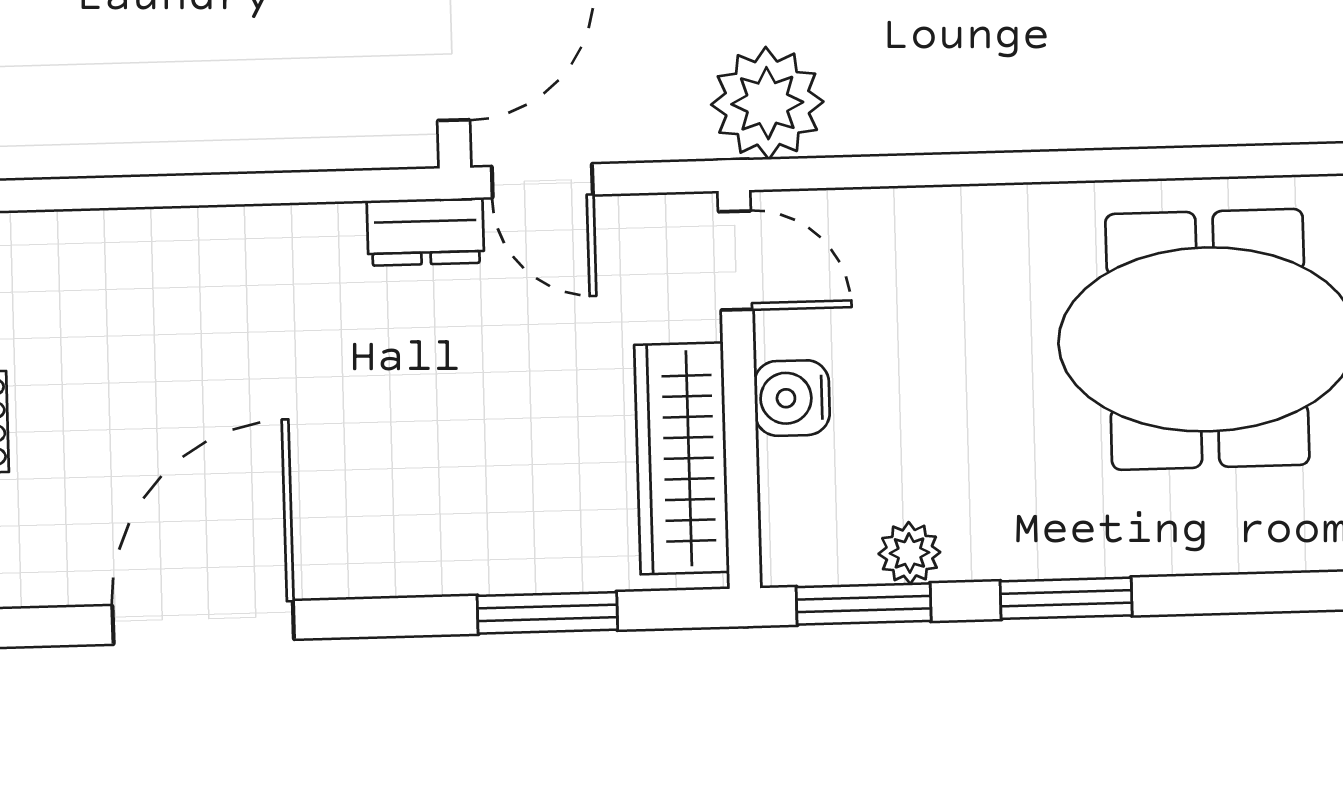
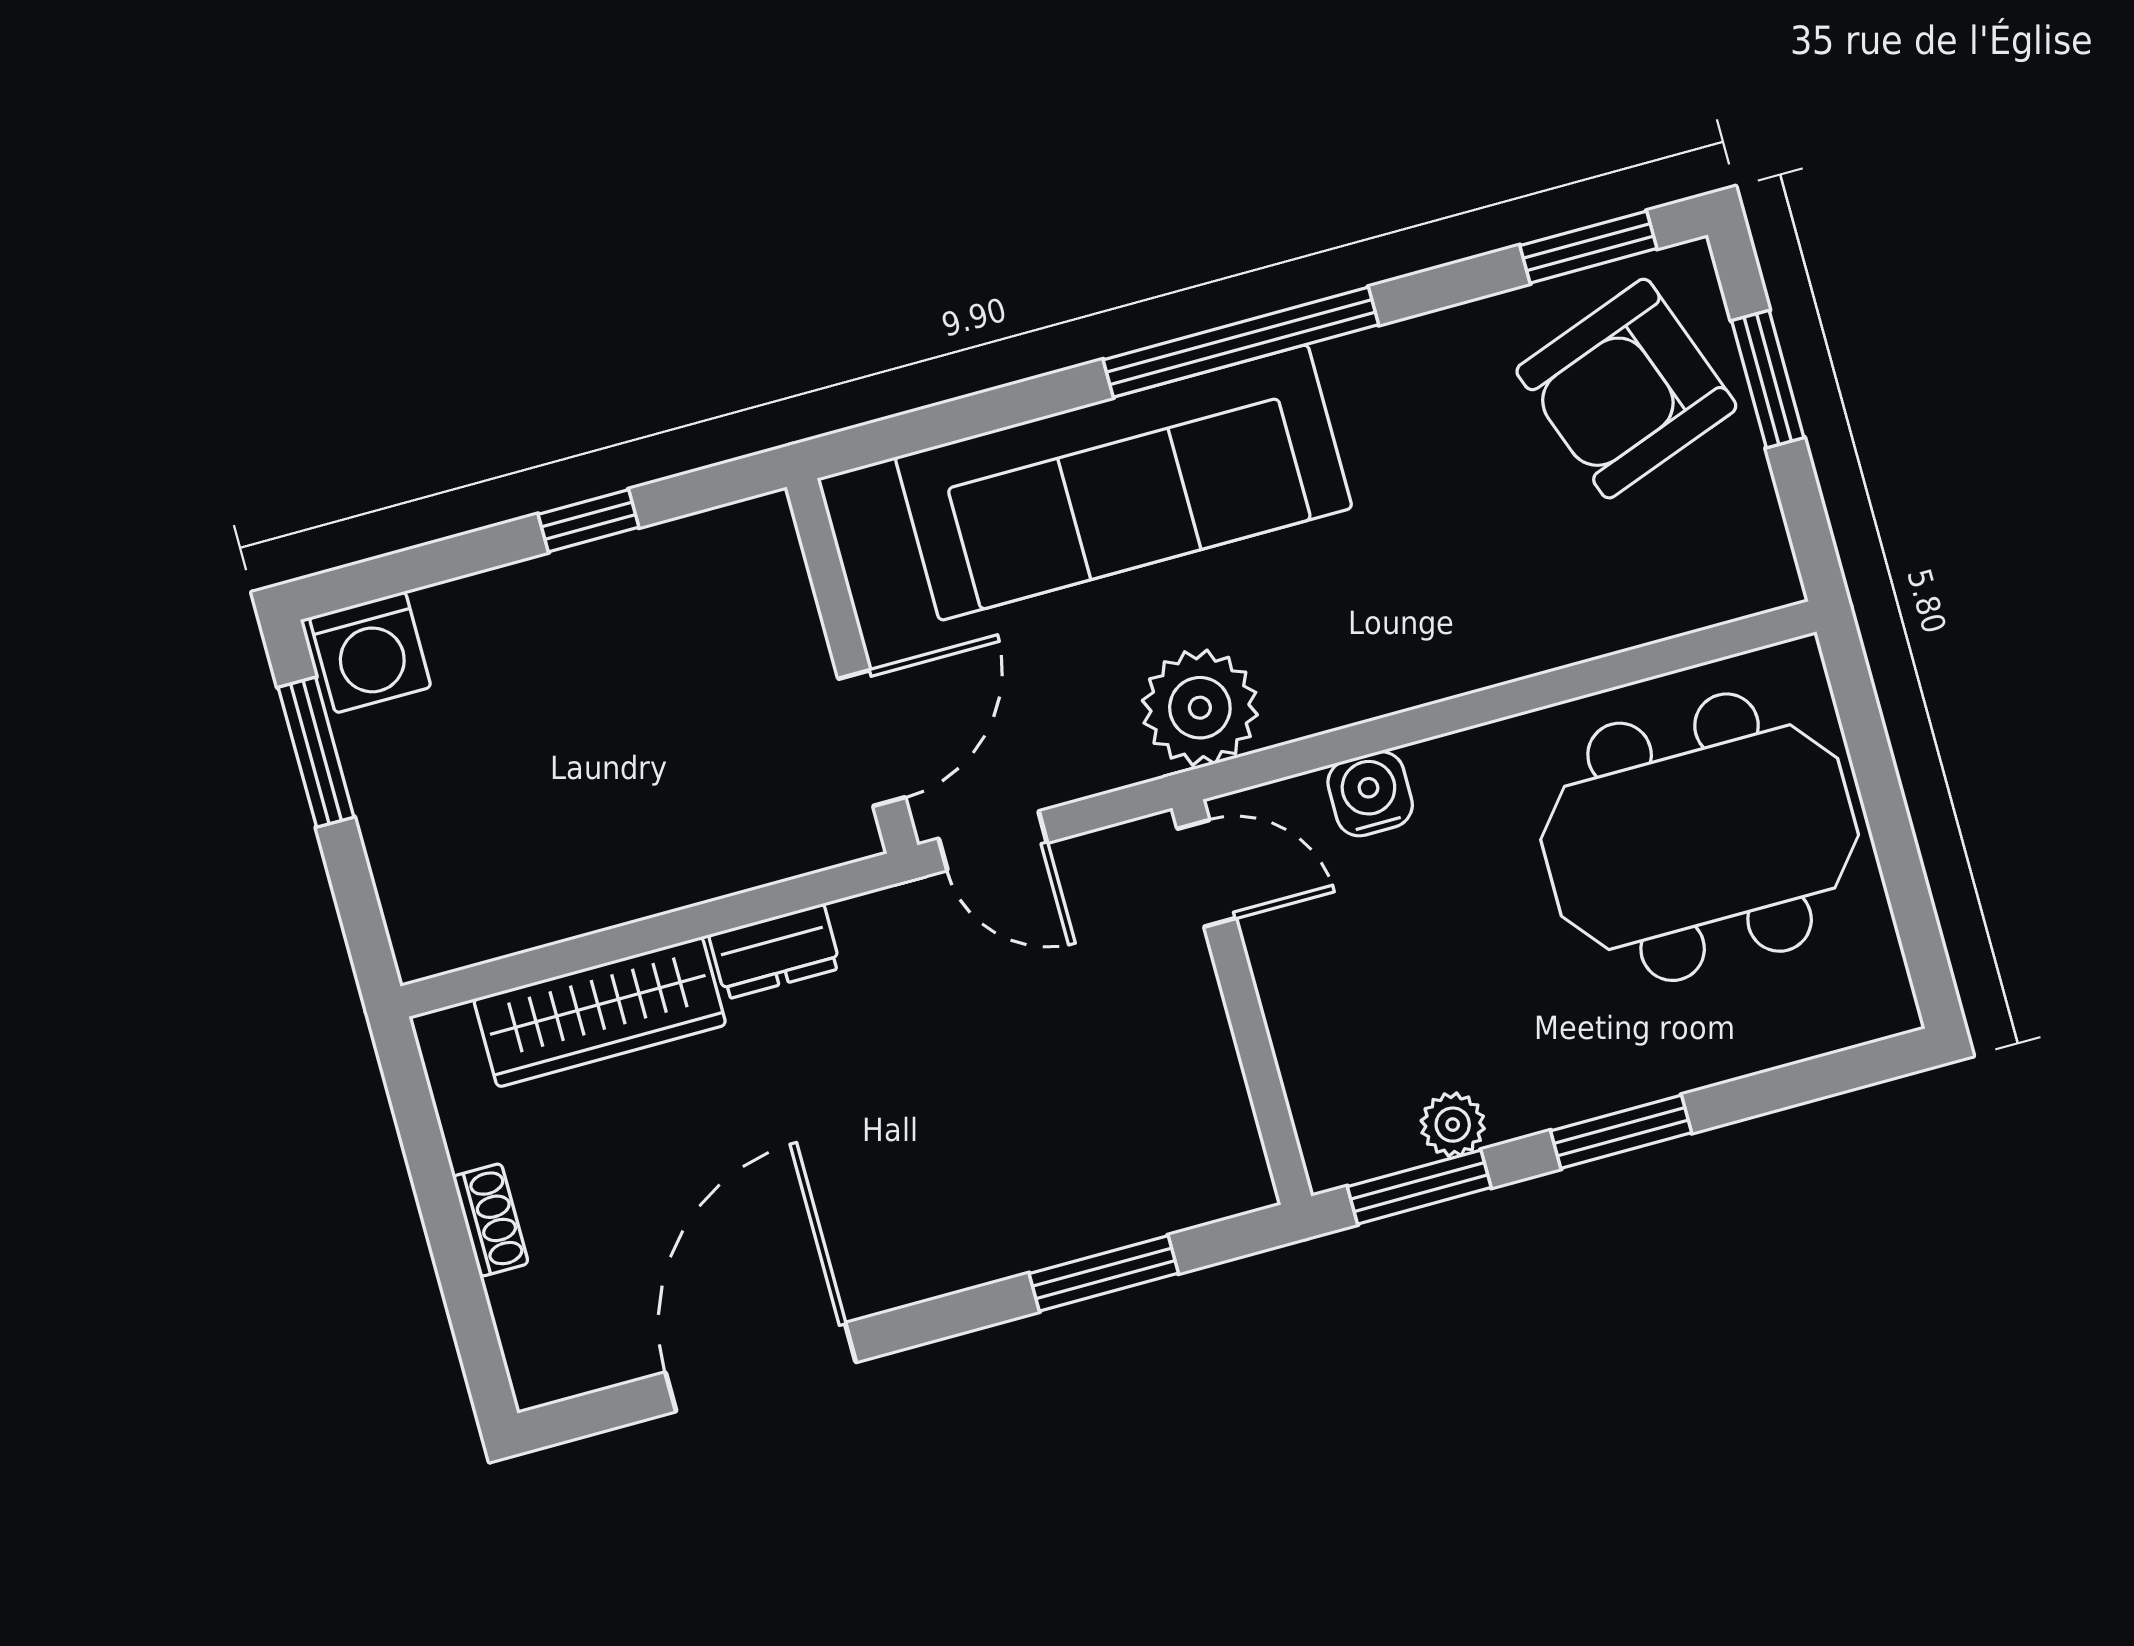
dresser: (425, 232) -> (775, 951), moved
water cooler: (792, 398) -> (1370, 794), moved, turned 90
wardrobe: (682, 458) -> (600, 1012), moved, turned -90

